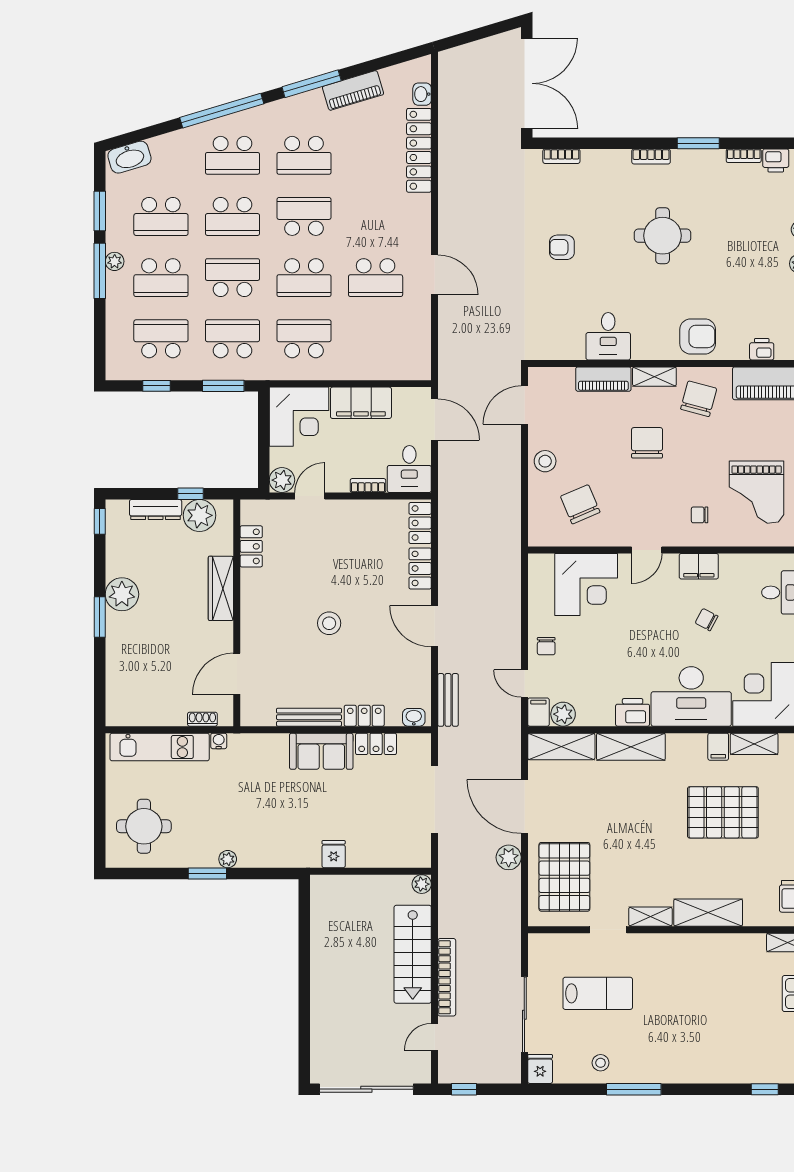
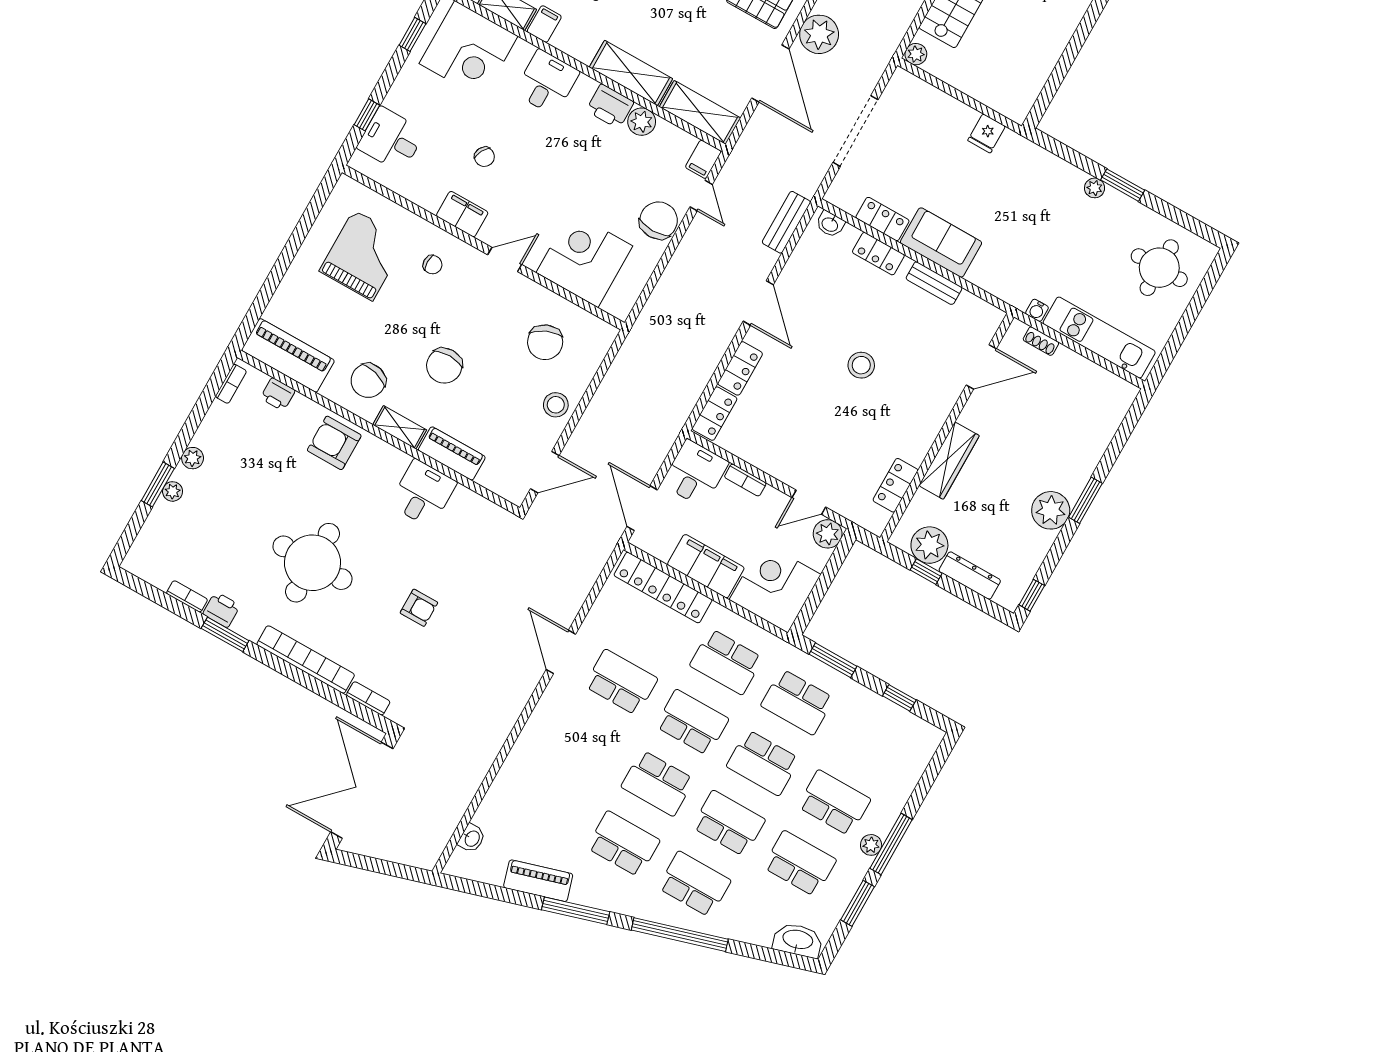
locker: (419, 150) -> (663, 587), moved, turned 90
bookcase: (651, 156) -> (306, 660), width x2.31, depth x1.31
printer: (776, 161) -> (221, 610), moved
round table: (663, 236) -> (312, 563), width x1.36, depth x1.36
school desk: (161, 339) -> (868, 742), removed
chair: (546, 646) -> (659, 220), width x1.87, depth x1.87
desk: (691, 696) -> (547, 82), width x0.53, depth x0.77
plant: (563, 714) -> (642, 122), moved
bench: (309, 717) -> (934, 283), width x0.73
plant: (509, 857) -> (819, 34), width x1.36, depth x1.36

